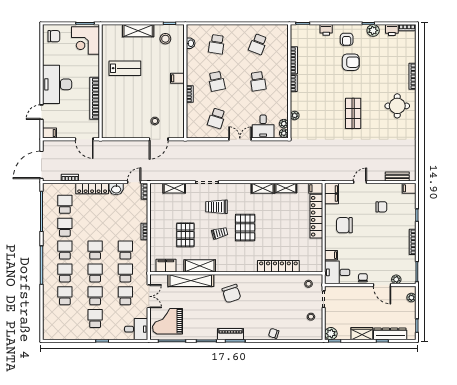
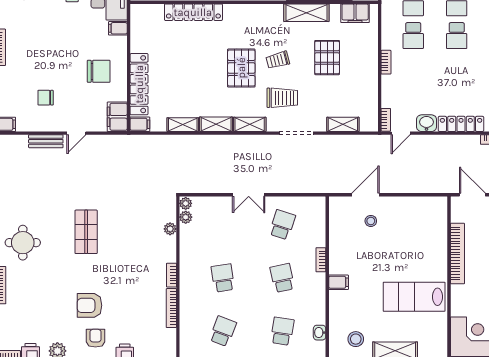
lab bench: (125, 68) -> (414, 297), width x1.36, depth x1.39
desk: (263, 127) -> (215, 213), removed
bench: (397, 176) -> (46, 141), moved
shelving: (239, 188) -> (250, 124), added

